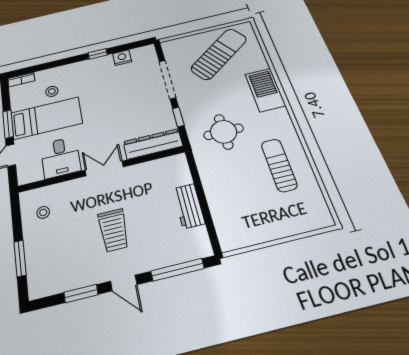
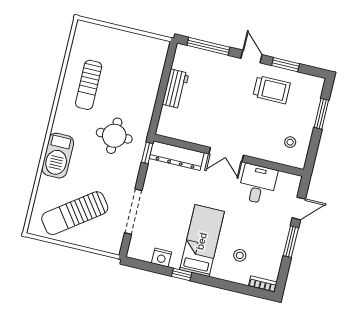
window: (178, 117) -> (147, 153), moved
bed: (46, 118) -> (202, 241), moved, turned 90
trolley: (113, 230) -> (272, 90), moved, turned 90

